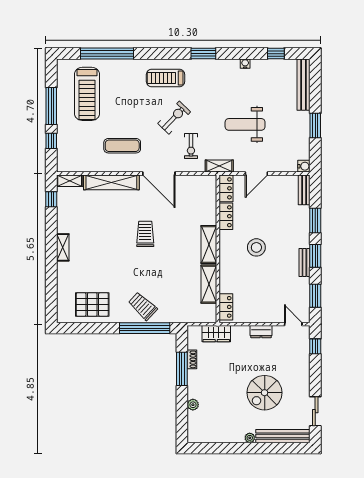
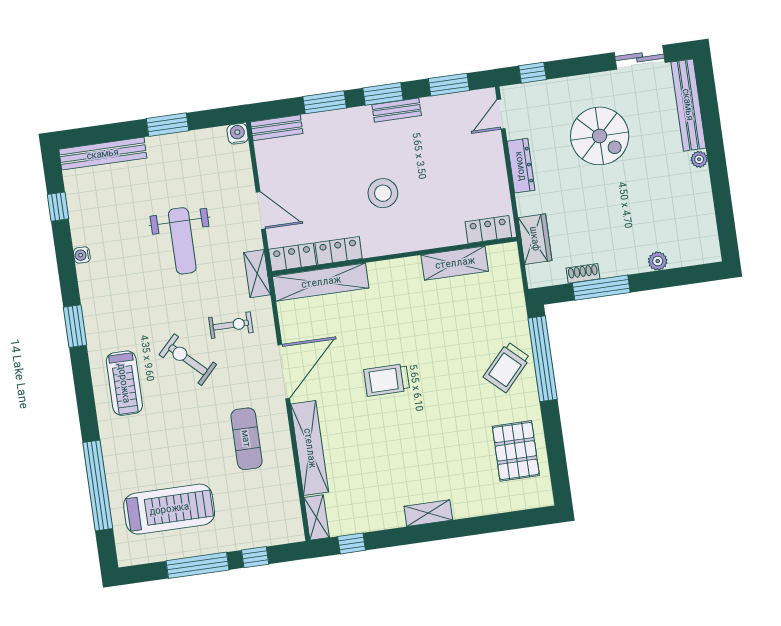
shelving: (209, 245) -> (321, 282), moved, width x1.47
dresser: (261, 332) -> (521, 166), width x1.44
spiral stairs: (265, 393) -> (600, 136), moved

